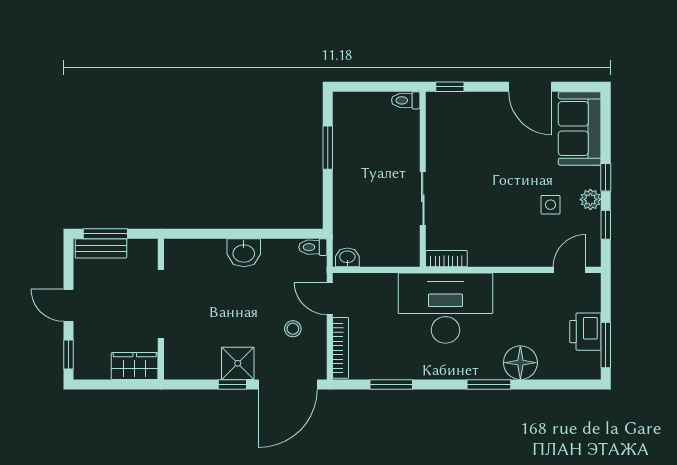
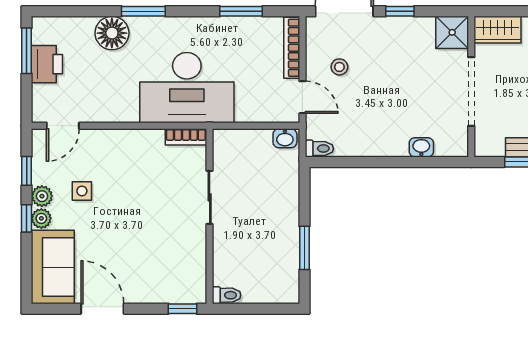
plant: (591, 177) -> (41, 218), added
washbasin: (244, 253) -> (421, 147), moved, width x0.72, depth x0.69
shower: (238, 363) -> (452, 32), moved

